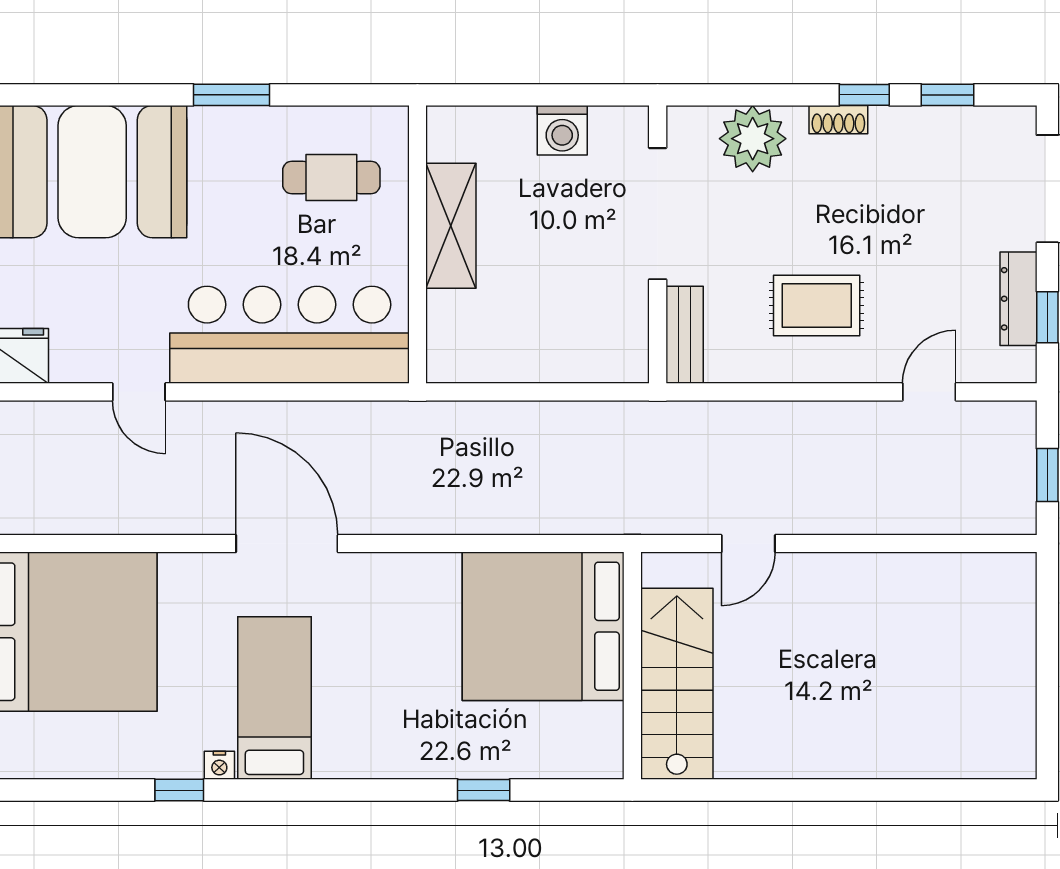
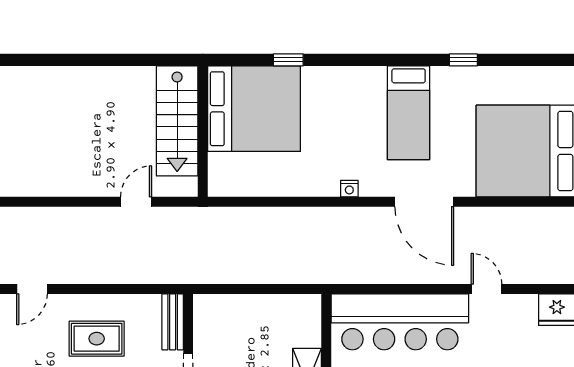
door: (287, 544) -> (424, 202), moved
bed: (543, 626) -> (254, 109), moved
nightstand: (219, 765) -> (349, 189), moved, turned 180

